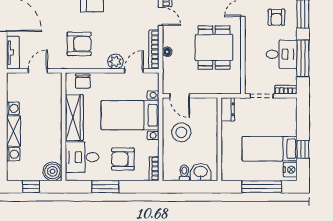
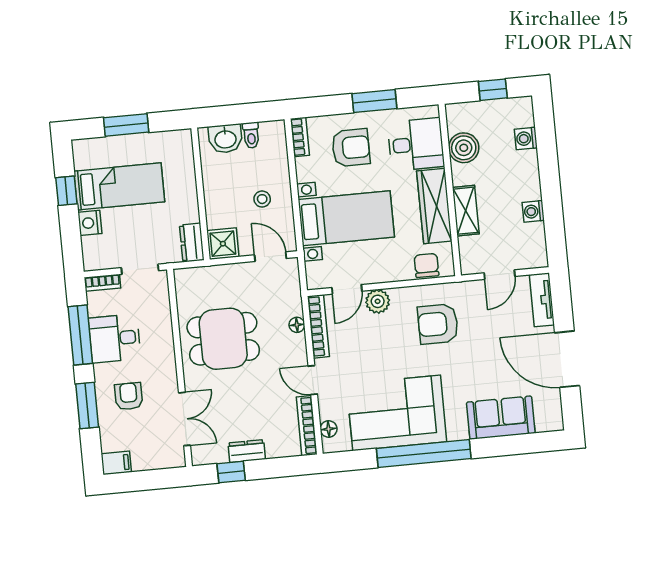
dining table: (214, 48) -> (223, 339), turned 90
shower: (208, 107) -> (223, 244), added
shelving: (14, 131) -> (466, 211), moved
stool: (181, 132) -> (262, 199), width x0.53, depth x0.53
nightstand: (290, 170) -> (90, 223), moved
boiler: (52, 171) -> (464, 148), moved
window: (262, 187) -> (126, 125), width x0.69

